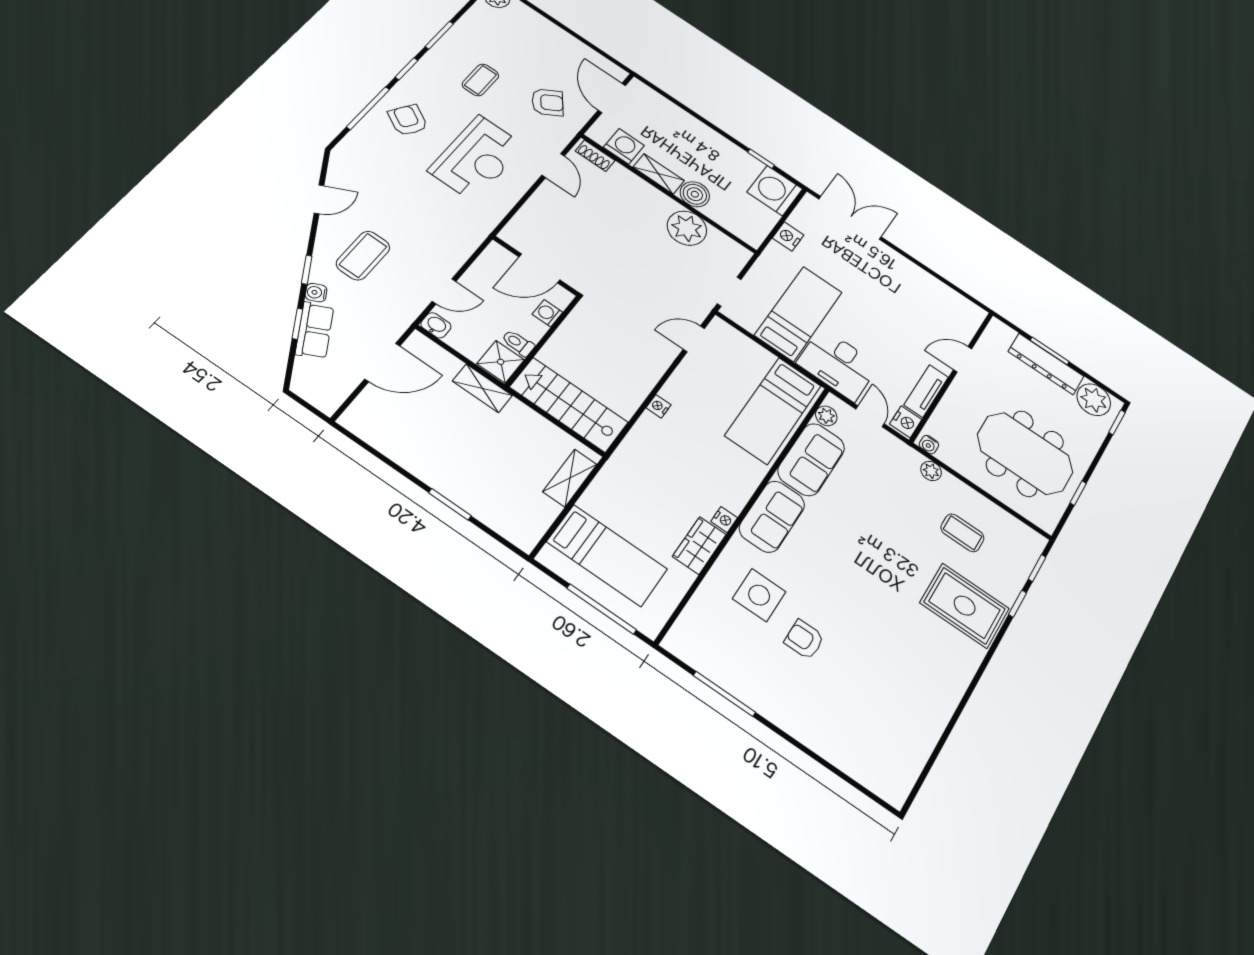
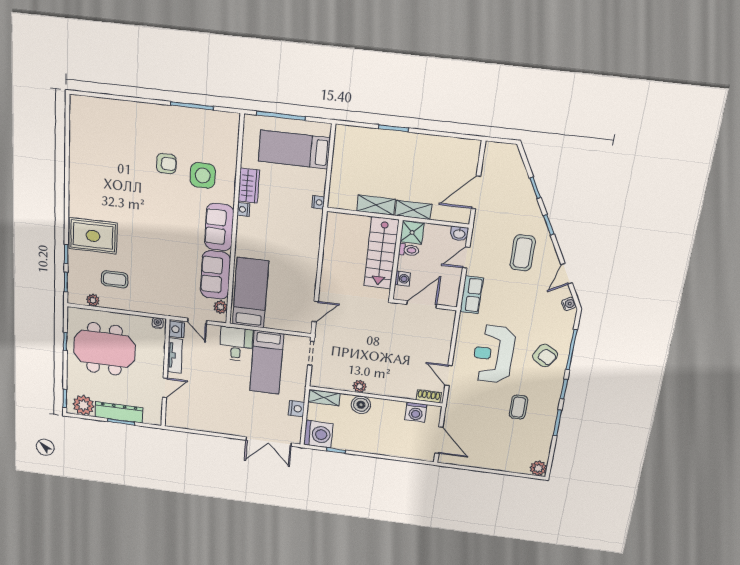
armchair: (548, 102) -> (473, 415), removed
shelving: (659, 174) -> (324, 398), moved
plant: (687, 228) -> (360, 386), width x0.53, depth x0.53
water cooler: (316, 293) -> (569, 304), moved
row of seats: (315, 330) -> (472, 295), moved, turned -151
desk: (838, 364) -> (236, 344), width x0.73
stairs: (569, 405) -> (381, 253), moved, turned 90
nightstand: (659, 406) -> (318, 202), moved
plant: (931, 471) -> (93, 300), moved
shelving: (570, 478) -> (376, 205), moved, turned 90

